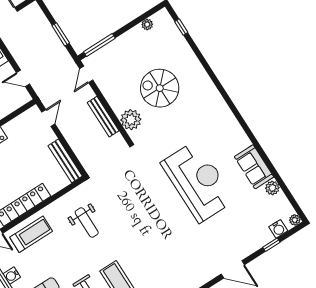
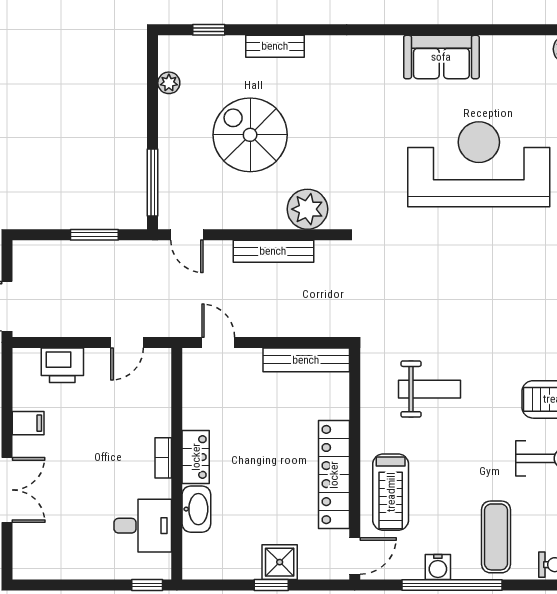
bench: (192, 60) -> (275, 46), added
spiral stairs: (160, 88) -> (250, 135), moved, turned 90
sofa: (254, 167) -> (441, 57), moved
treadmill: (31, 234) -> (391, 492), turned 180

